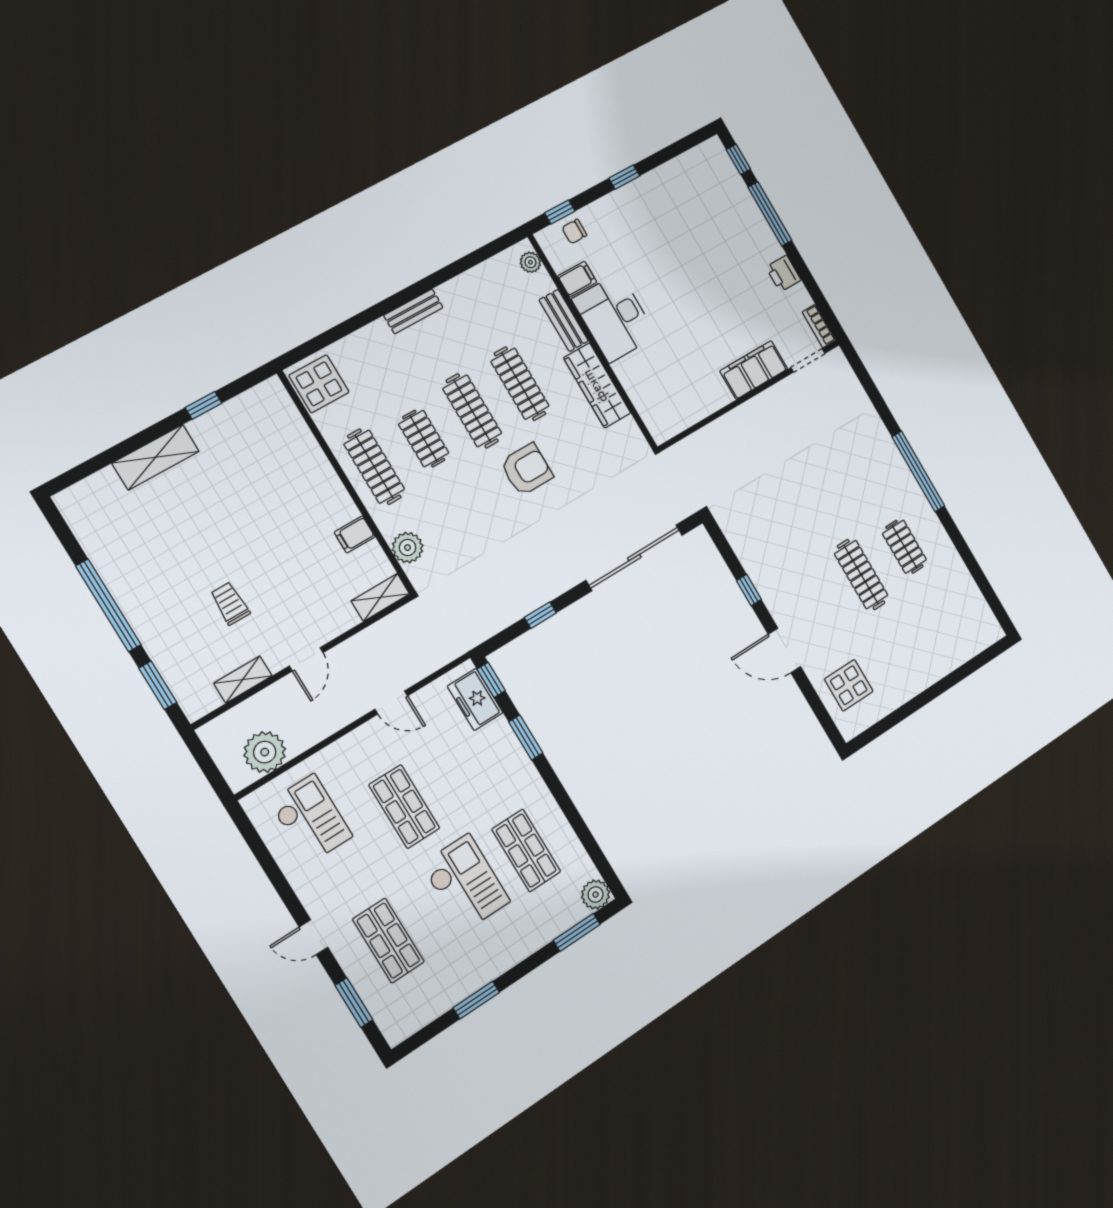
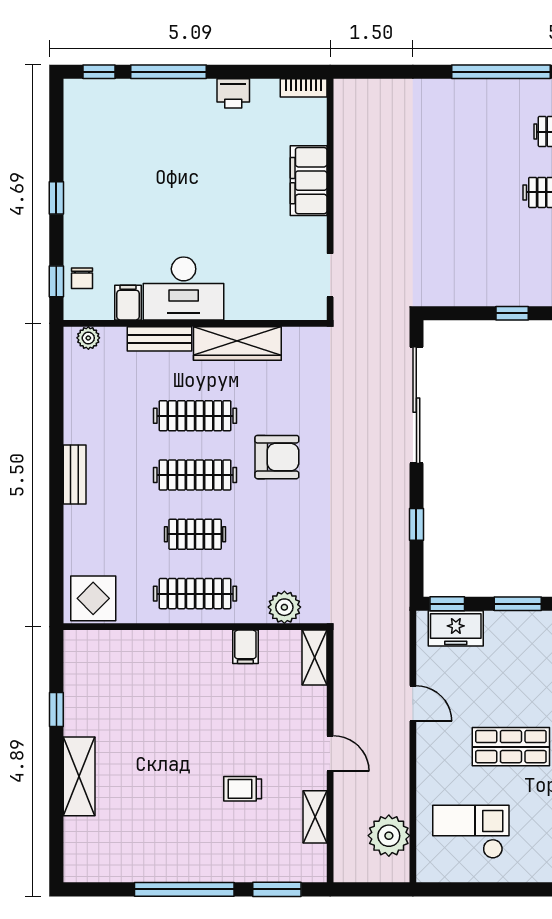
doorway: (808, 360) -> (330, 275), moved
armchair: (527, 469) -> (277, 457), turned 90
door: (391, 703) -> (413, 703), hinge flipped

